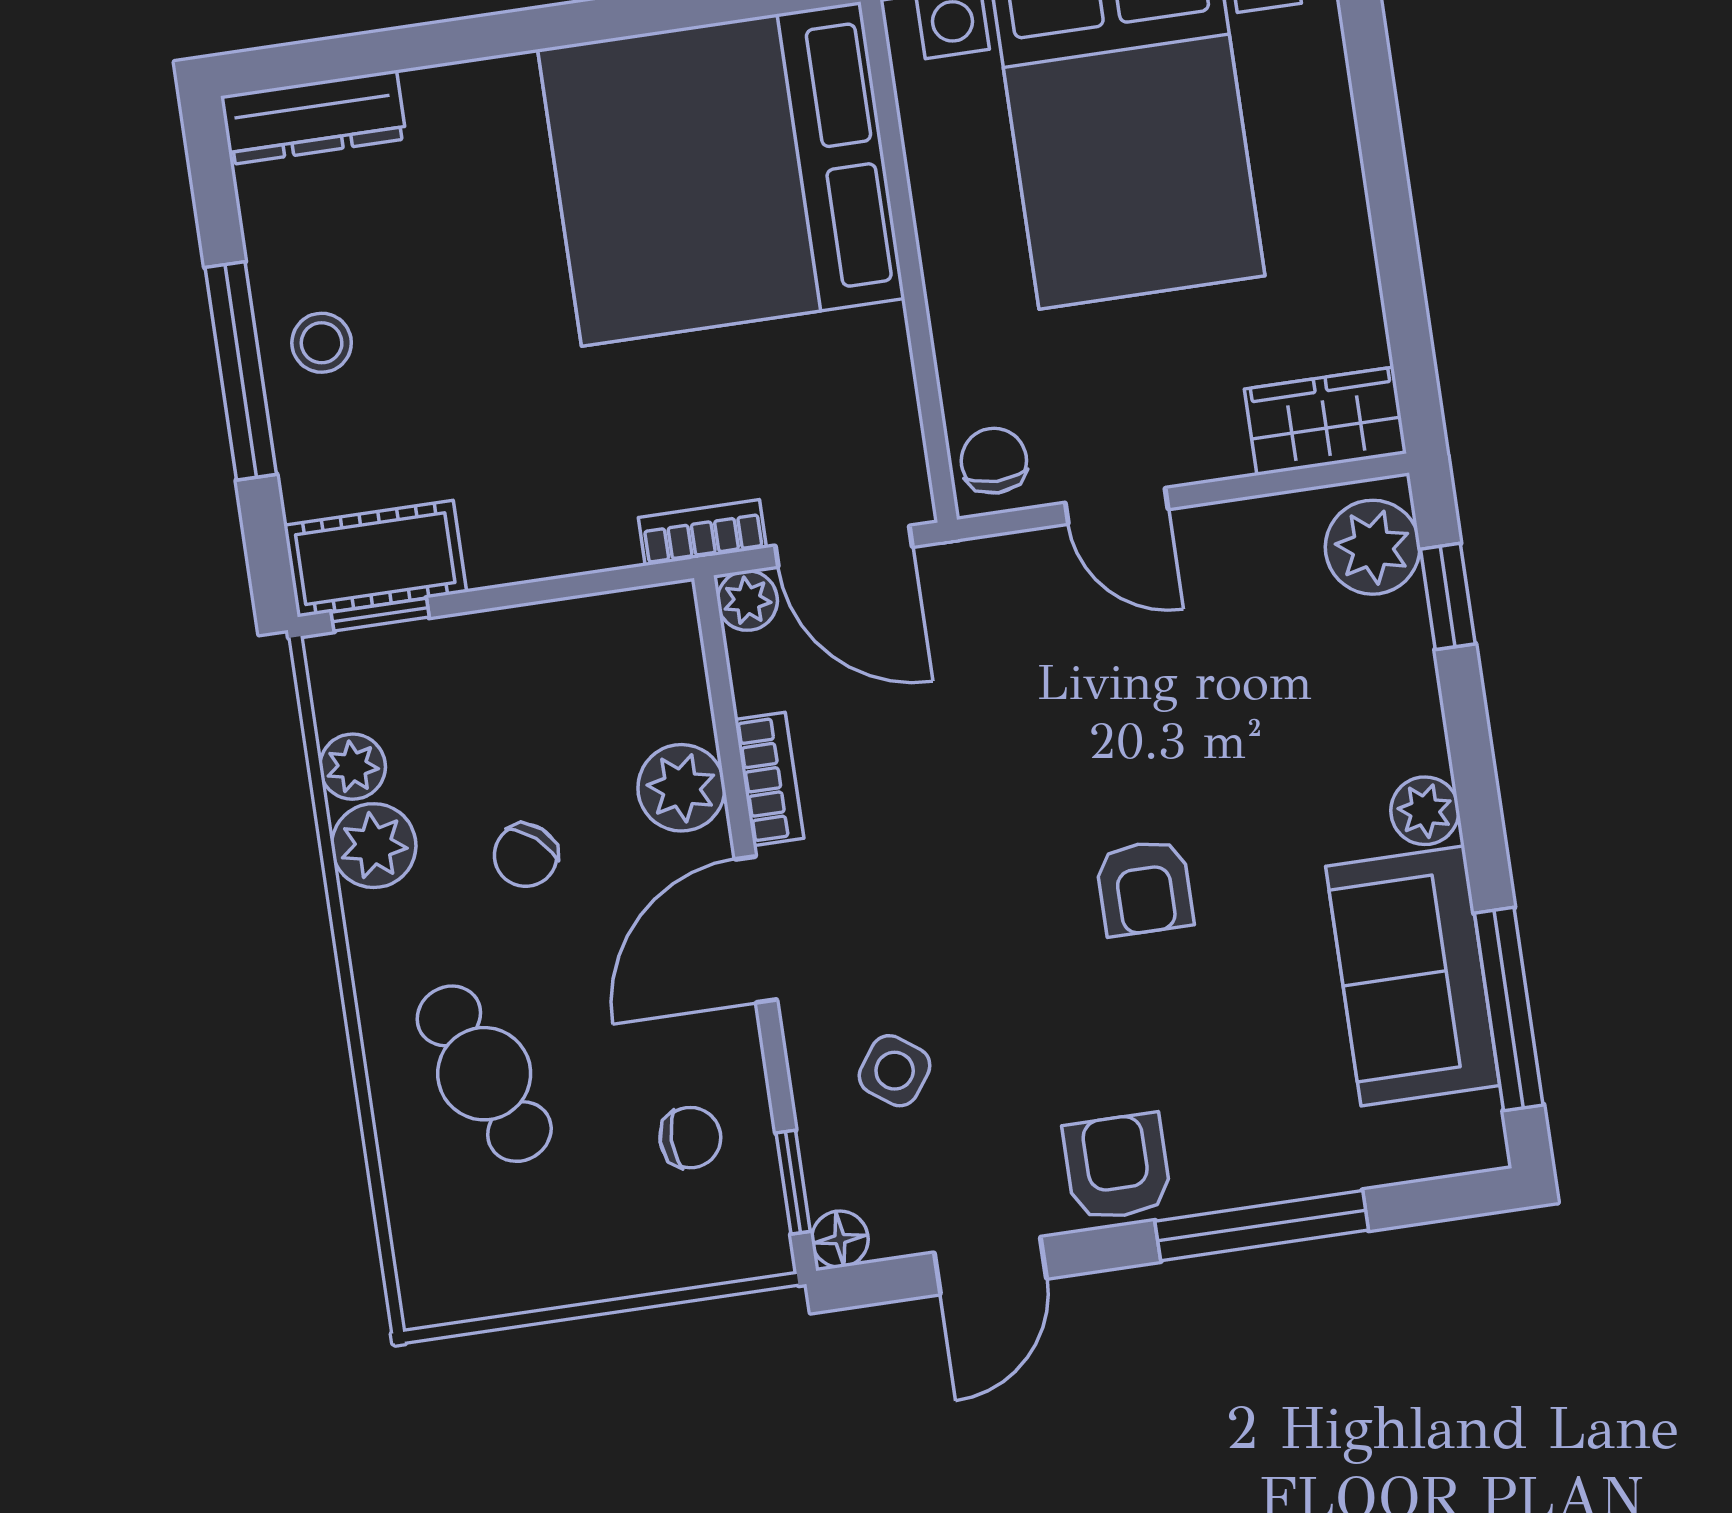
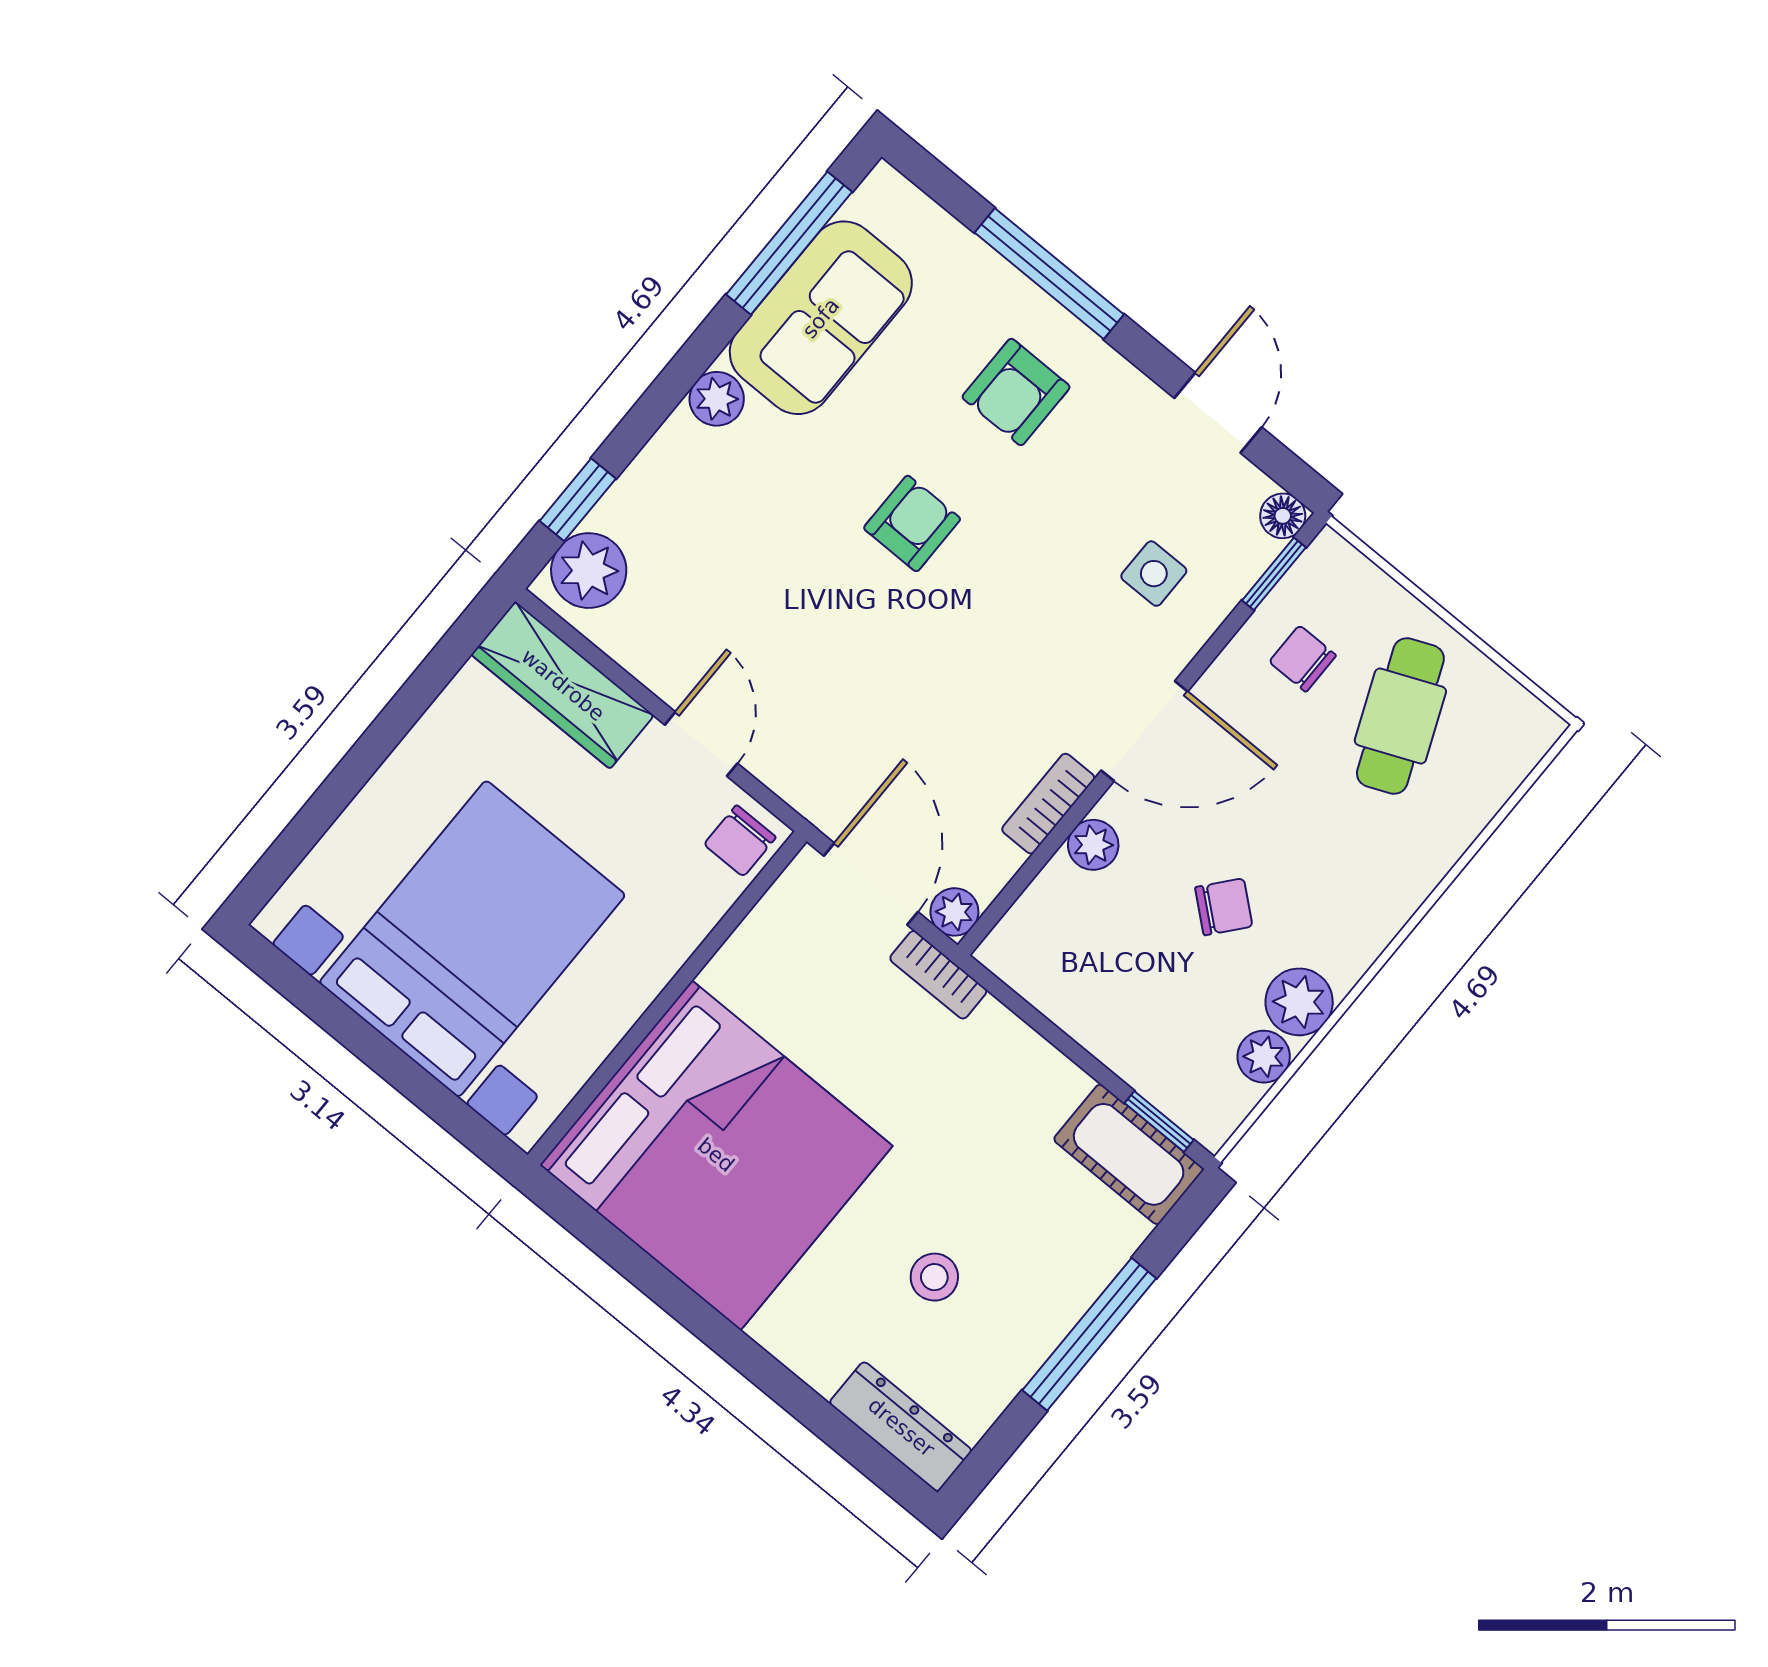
stool: (322, 343) -> (934, 1277), moved
wardrobe: (1325, 421) -> (563, 685), width x1.50
plant: (681, 788) -> (1093, 845), width x0.73, depth x0.73
side table: (895, 1071) -> (1154, 574), turned -36
cafe table: (484, 1074) -> (1400, 716), moved
armchair: (1117, 1167) -> (1016, 392), moved
door: (990, 1266) -> (1218, 413), hinge flipped

